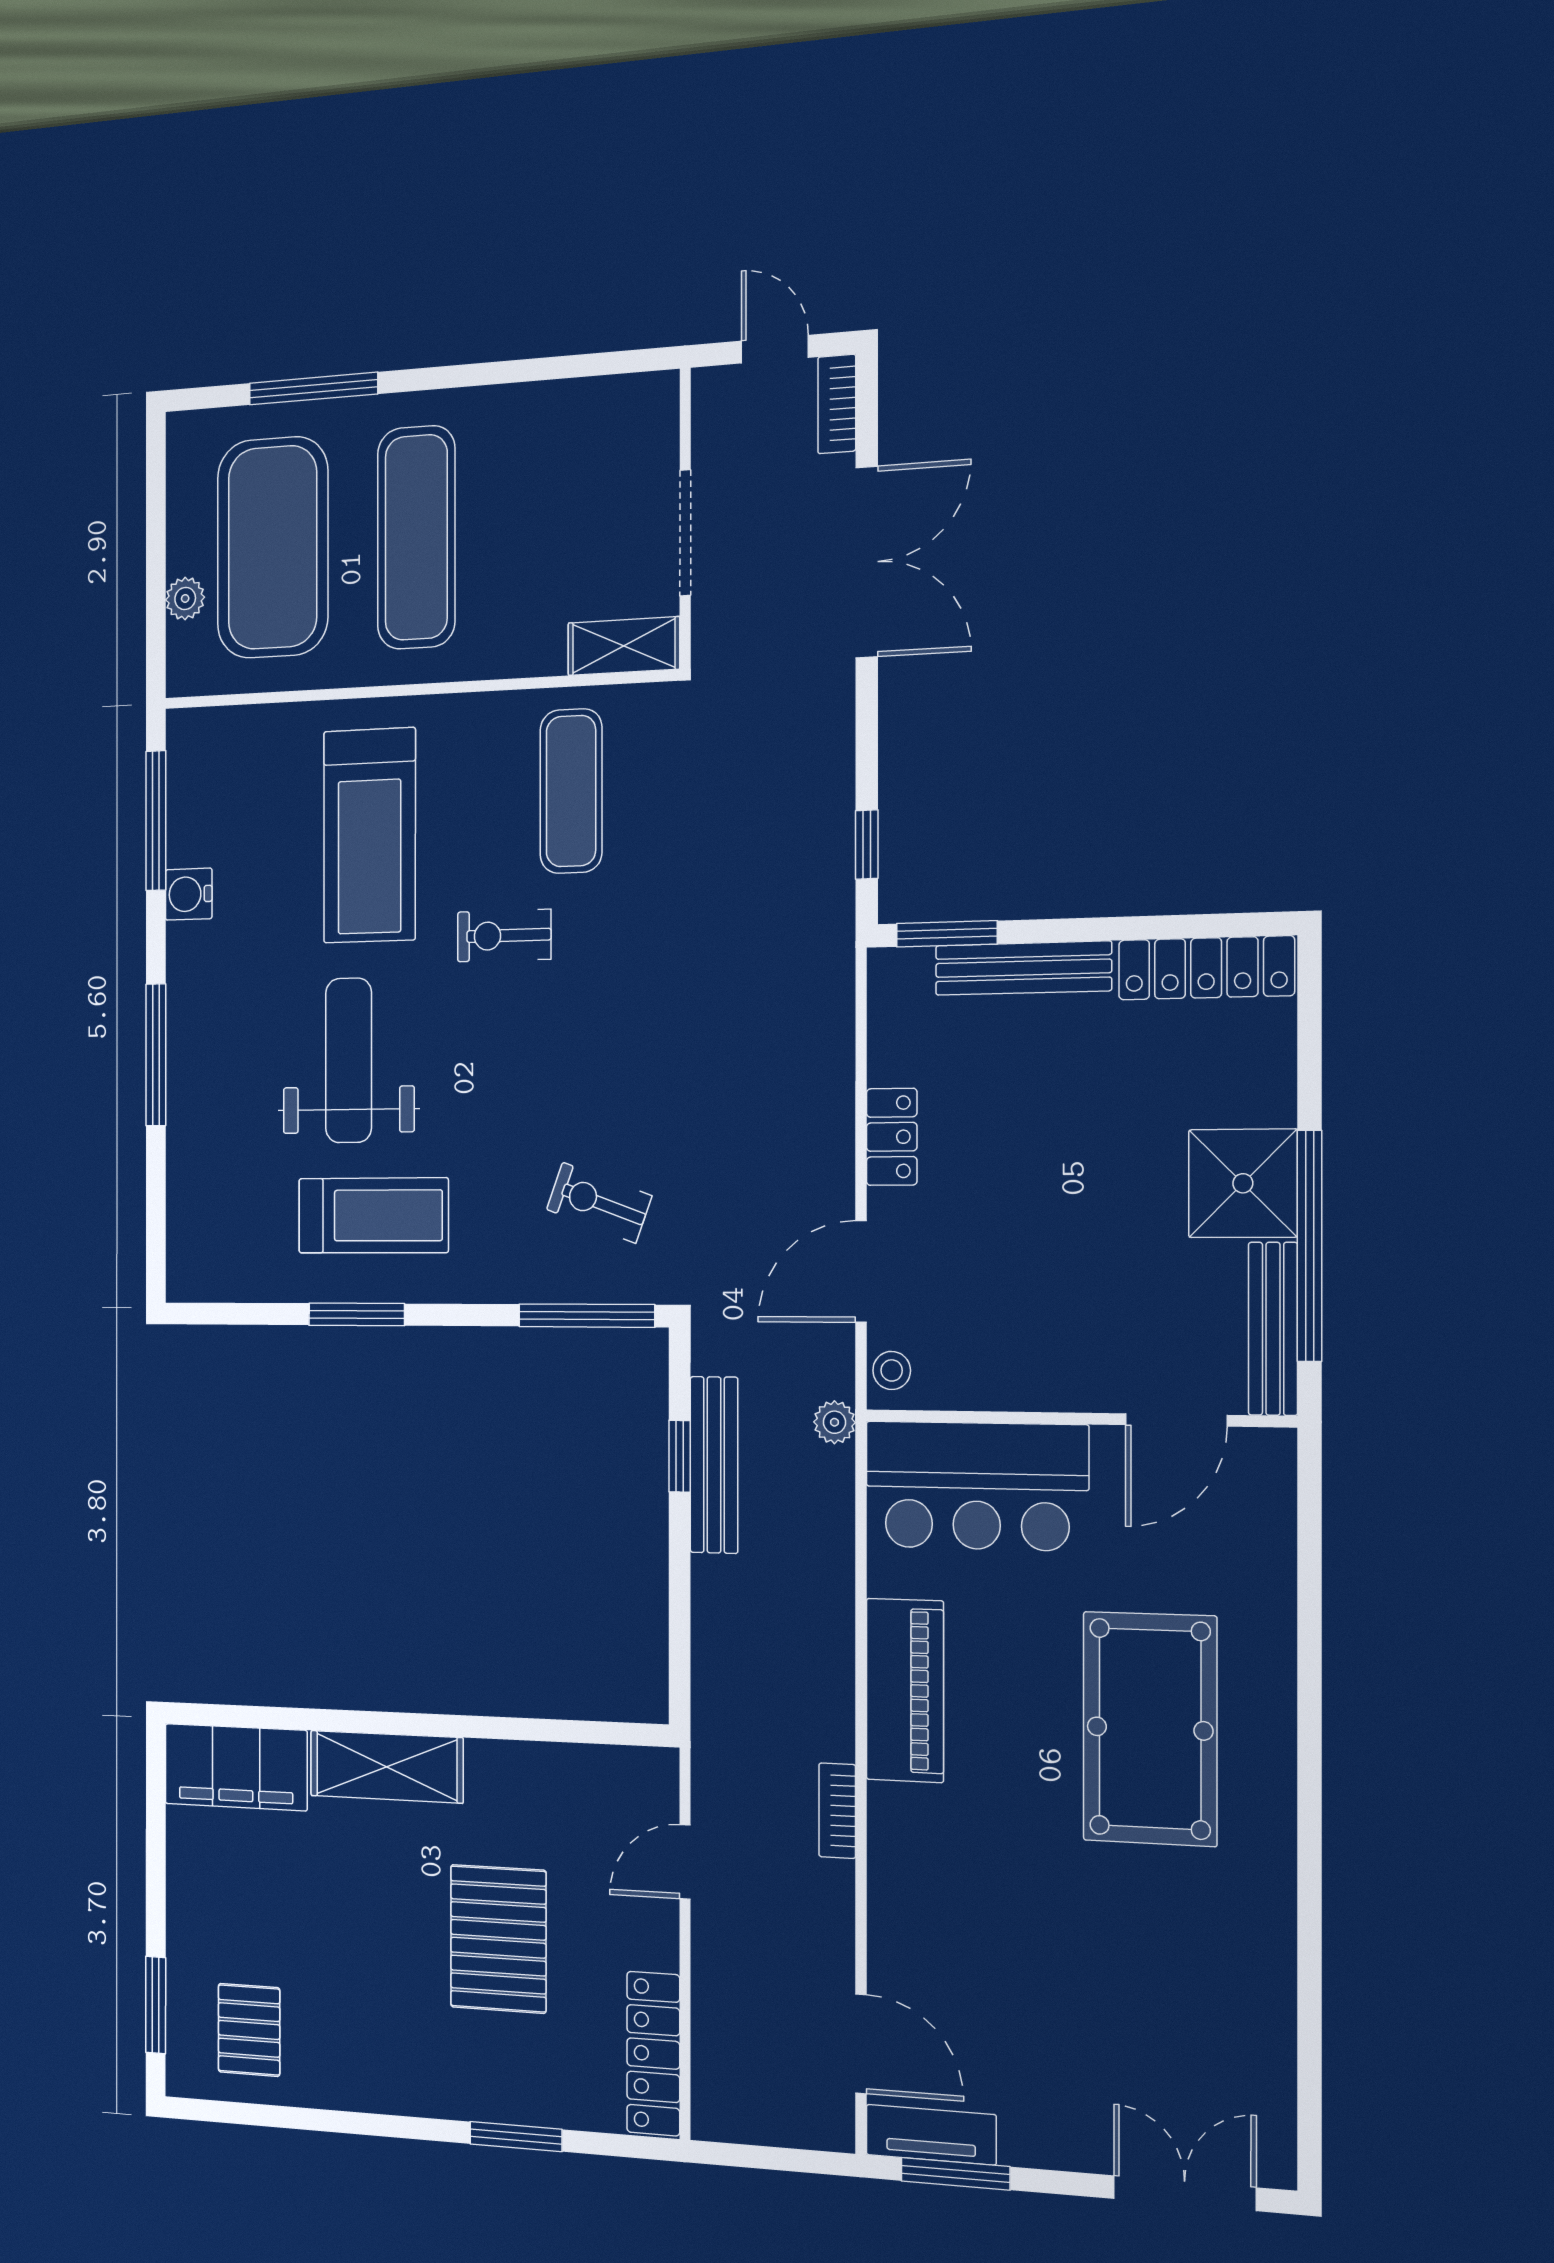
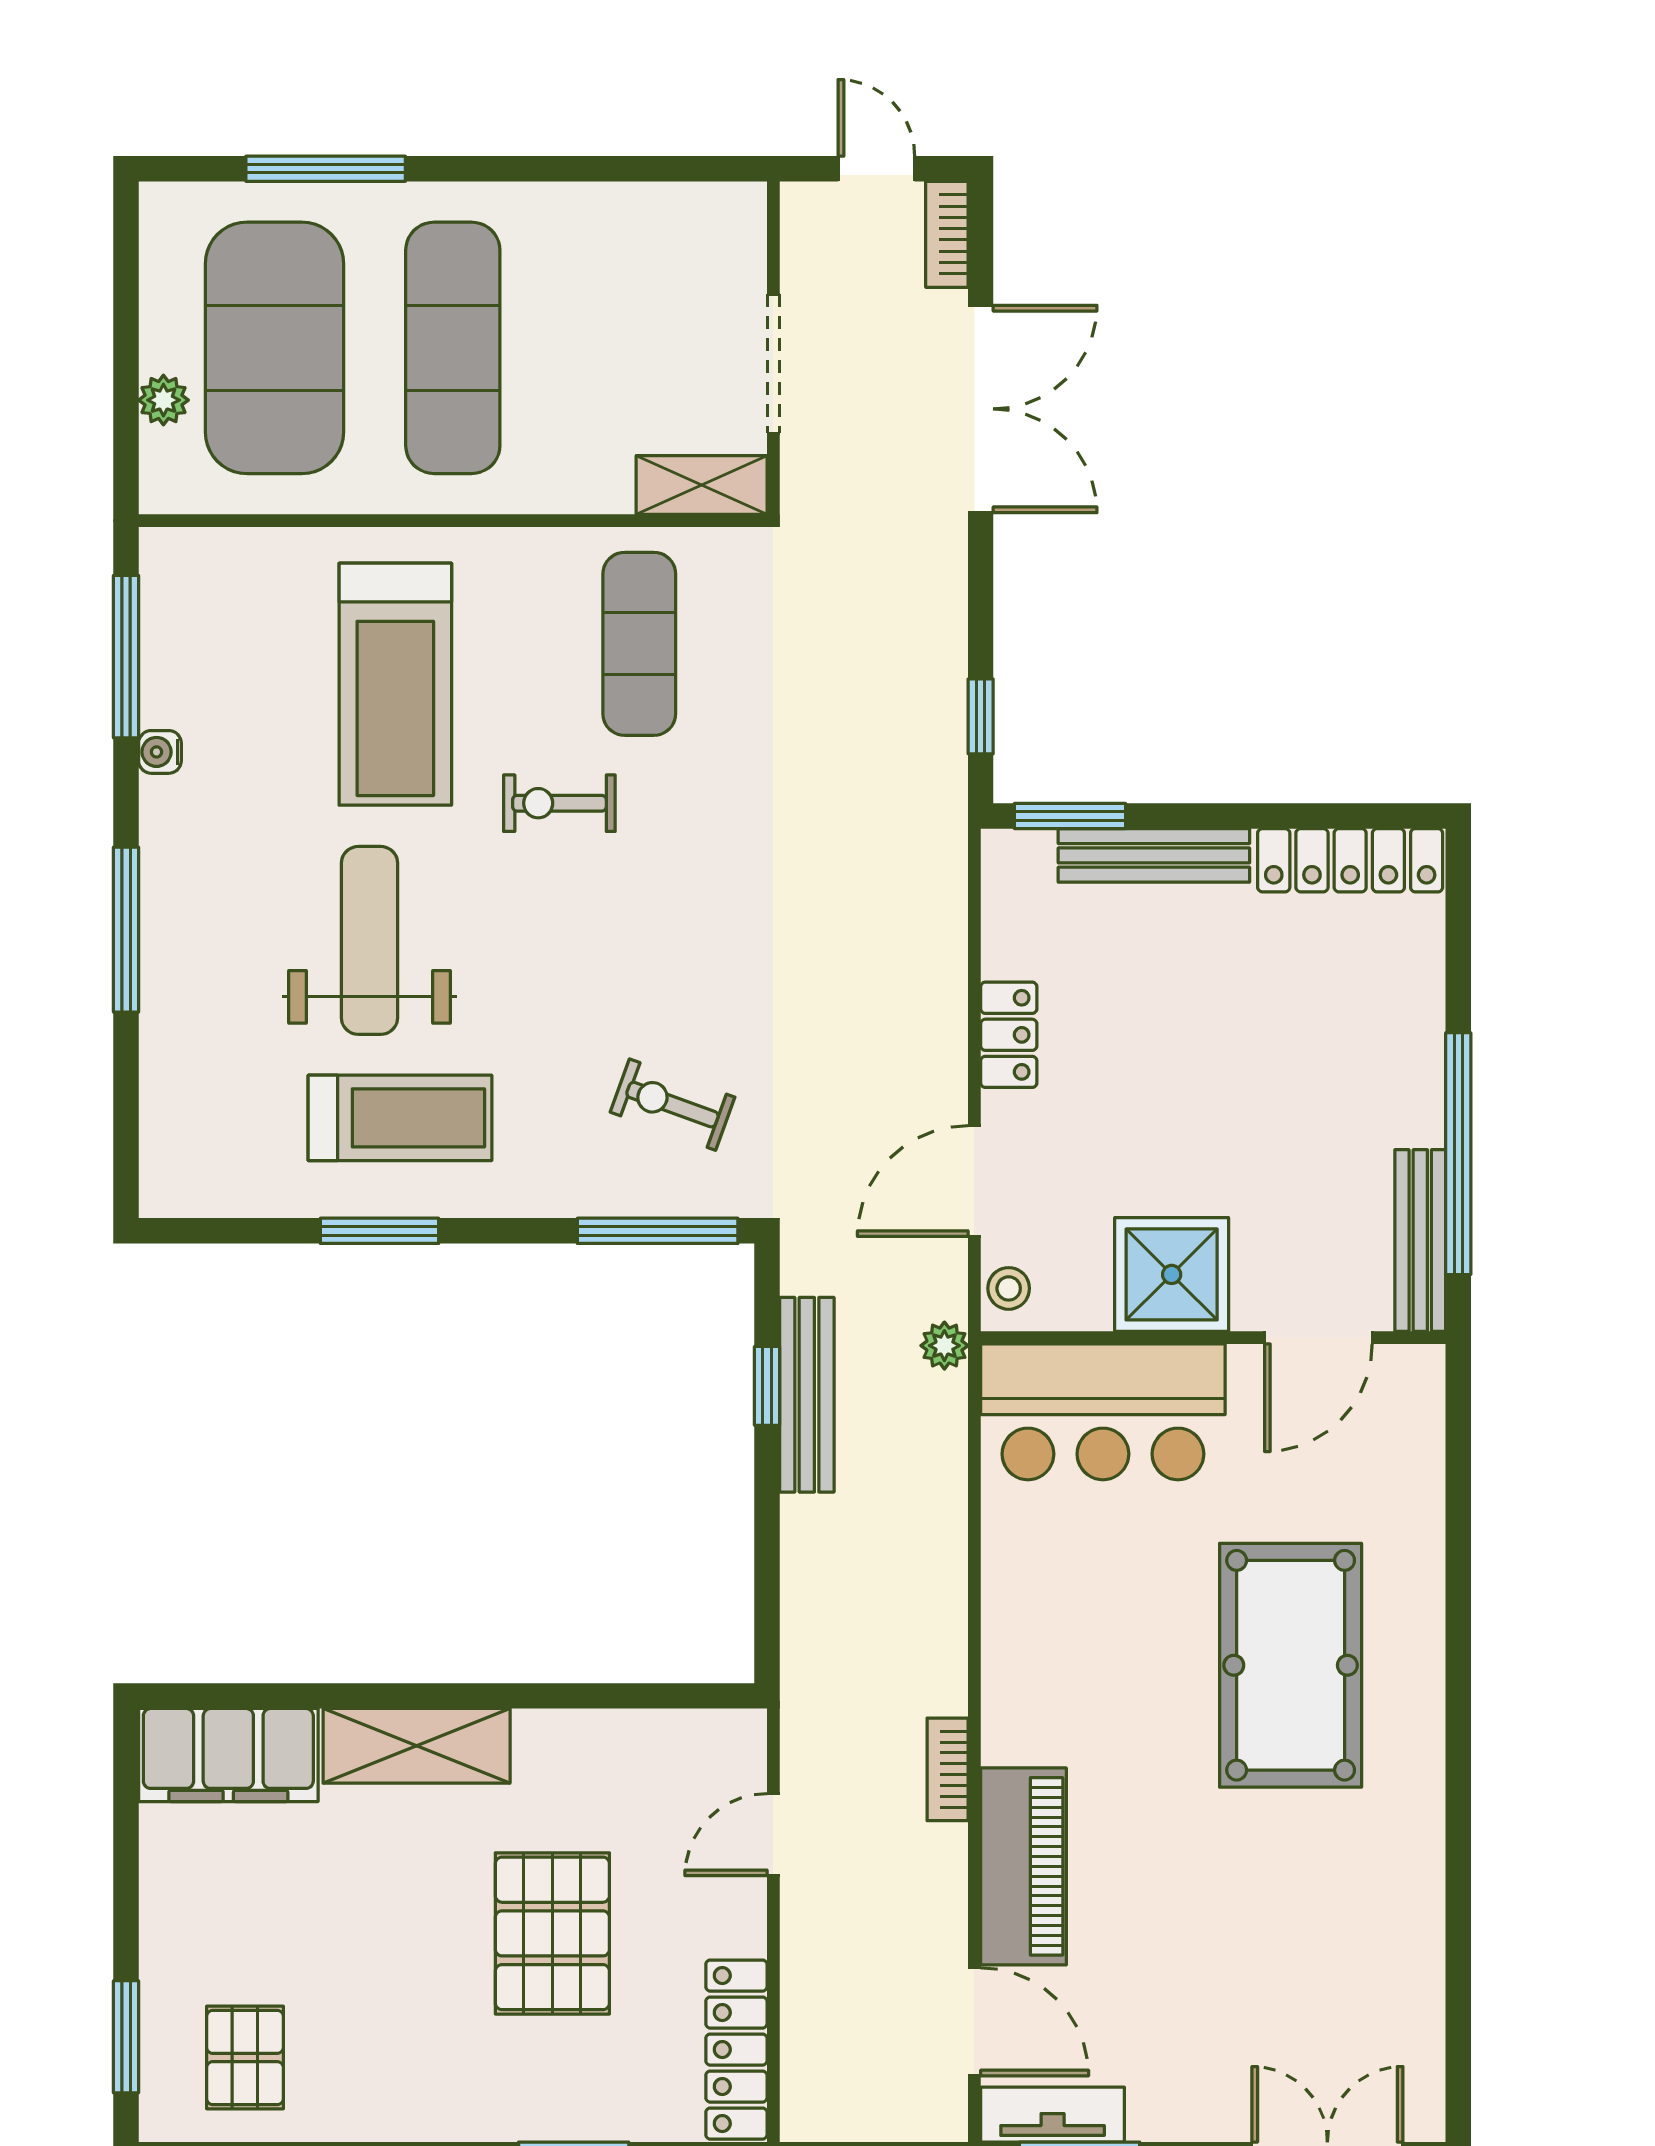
water cooler: (189, 894) -> (160, 752), width x0.72, depth x0.72
shower: (1243, 1183) -> (1172, 1274), moved
piano: (905, 1690) -> (1023, 1866), moved

